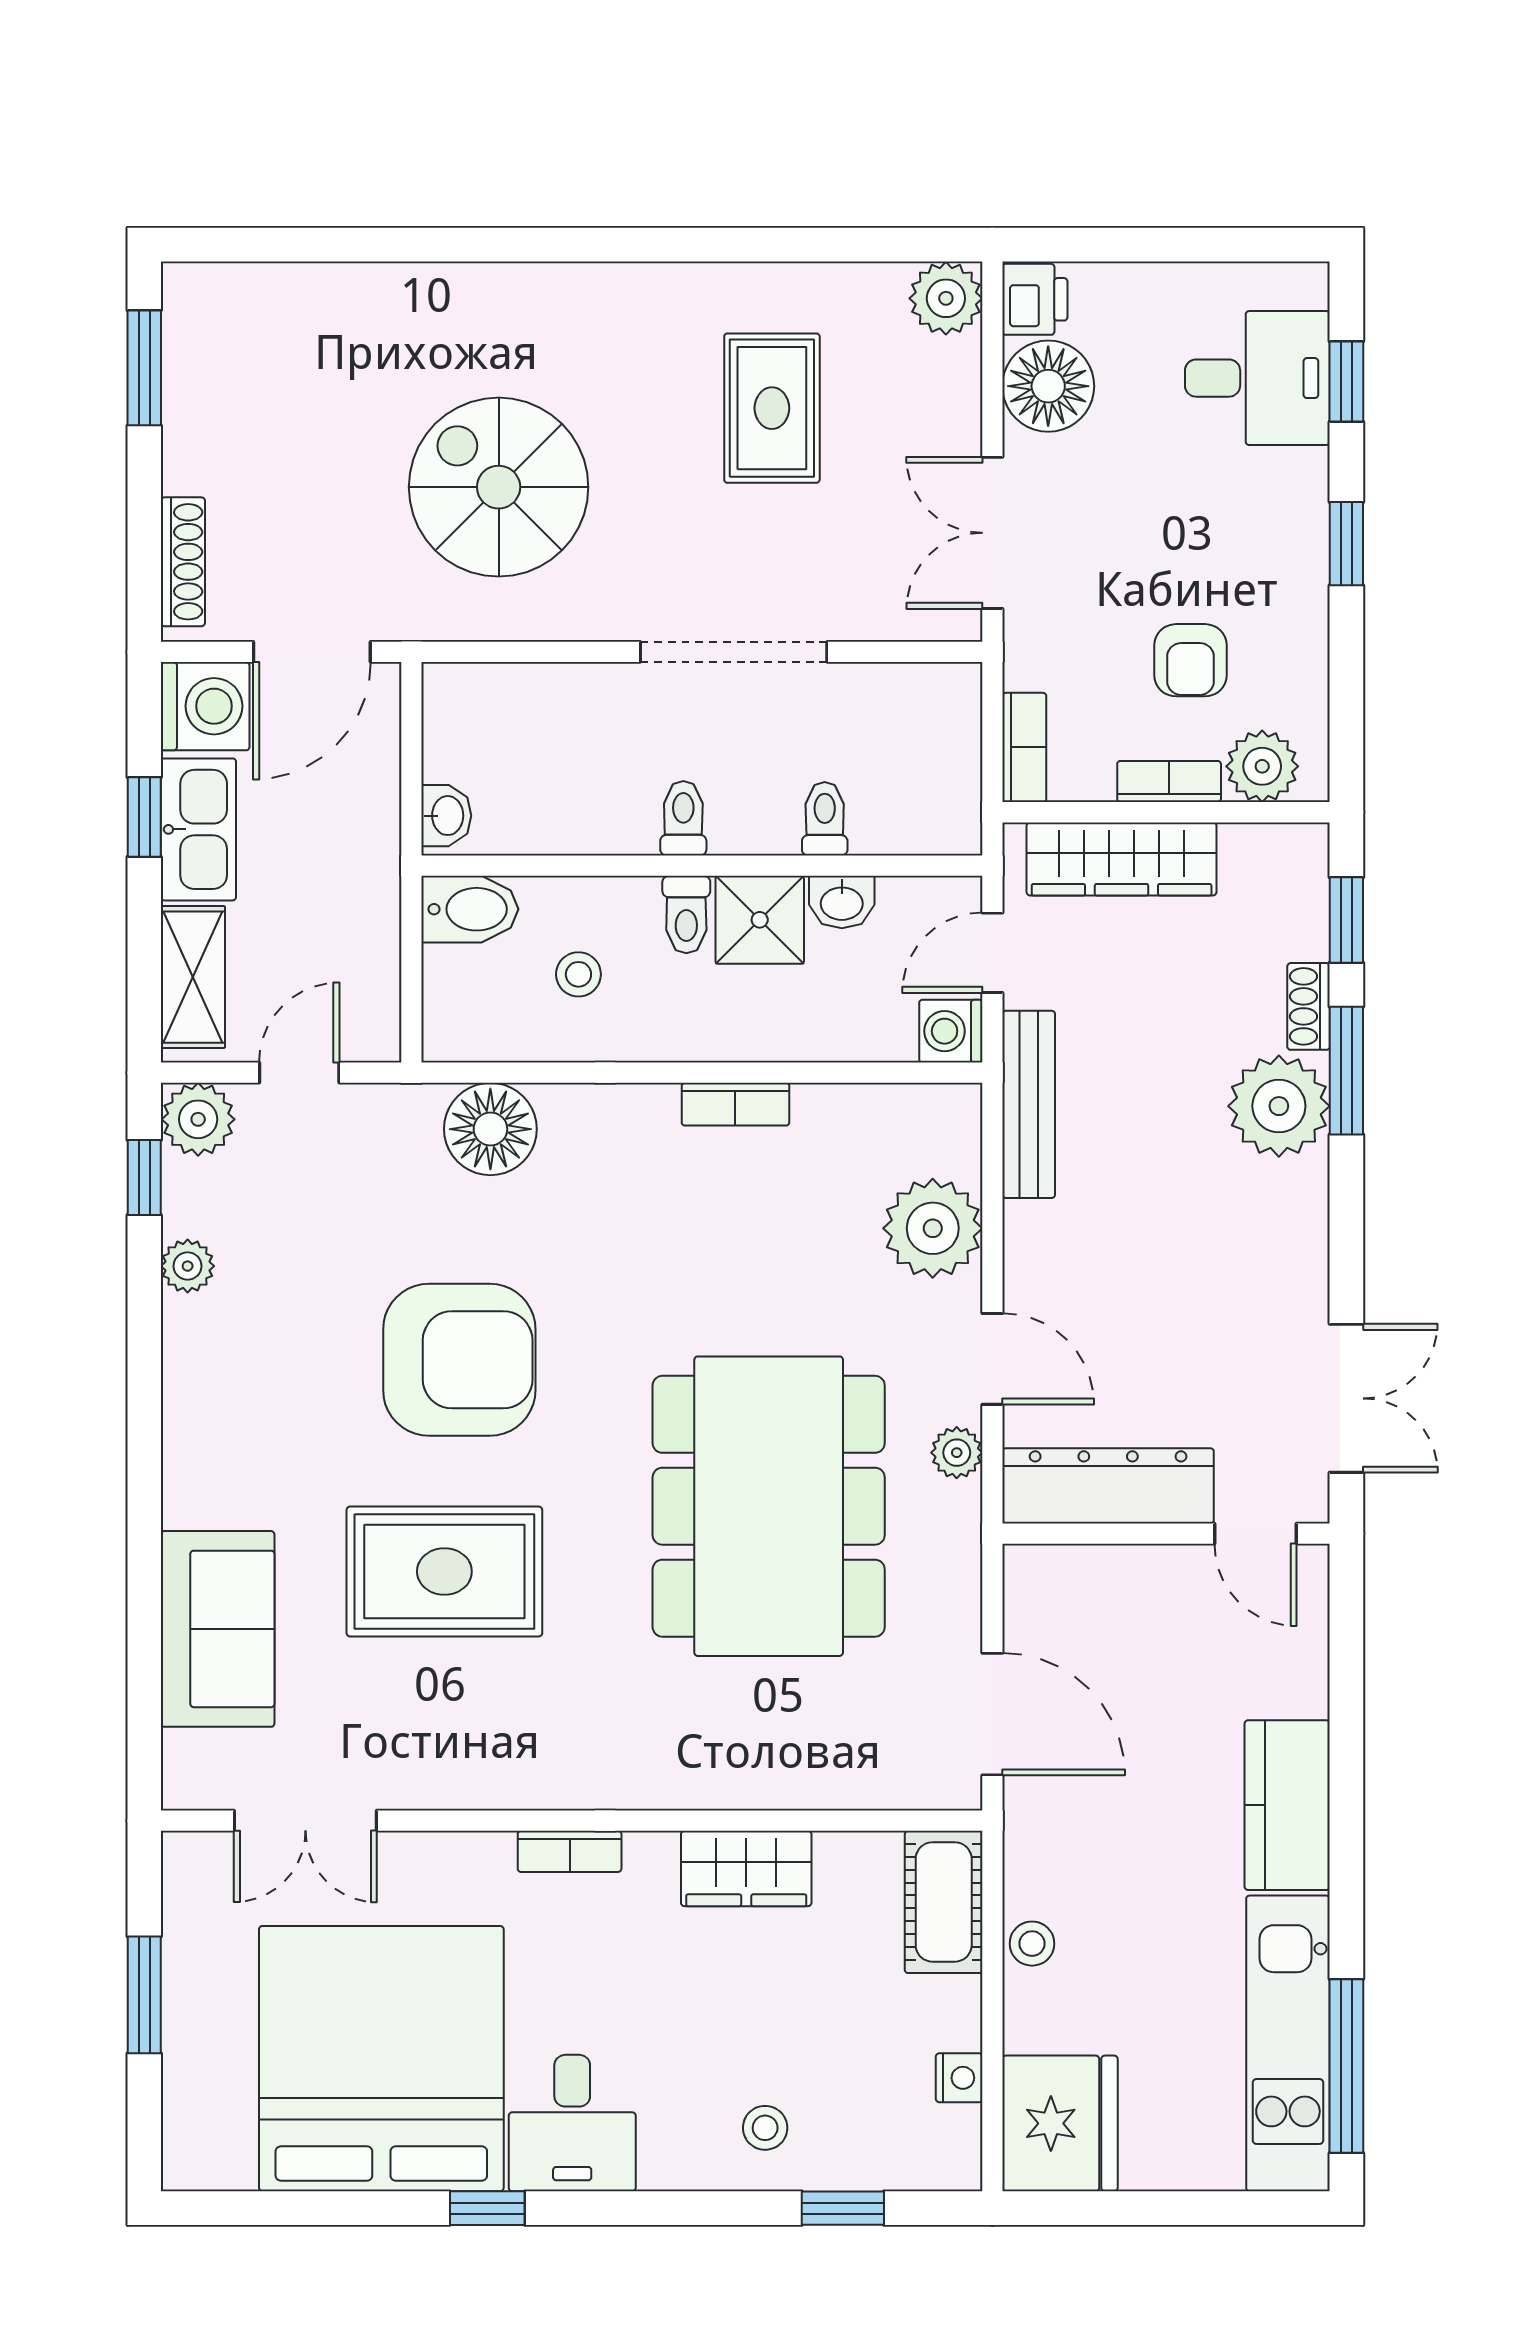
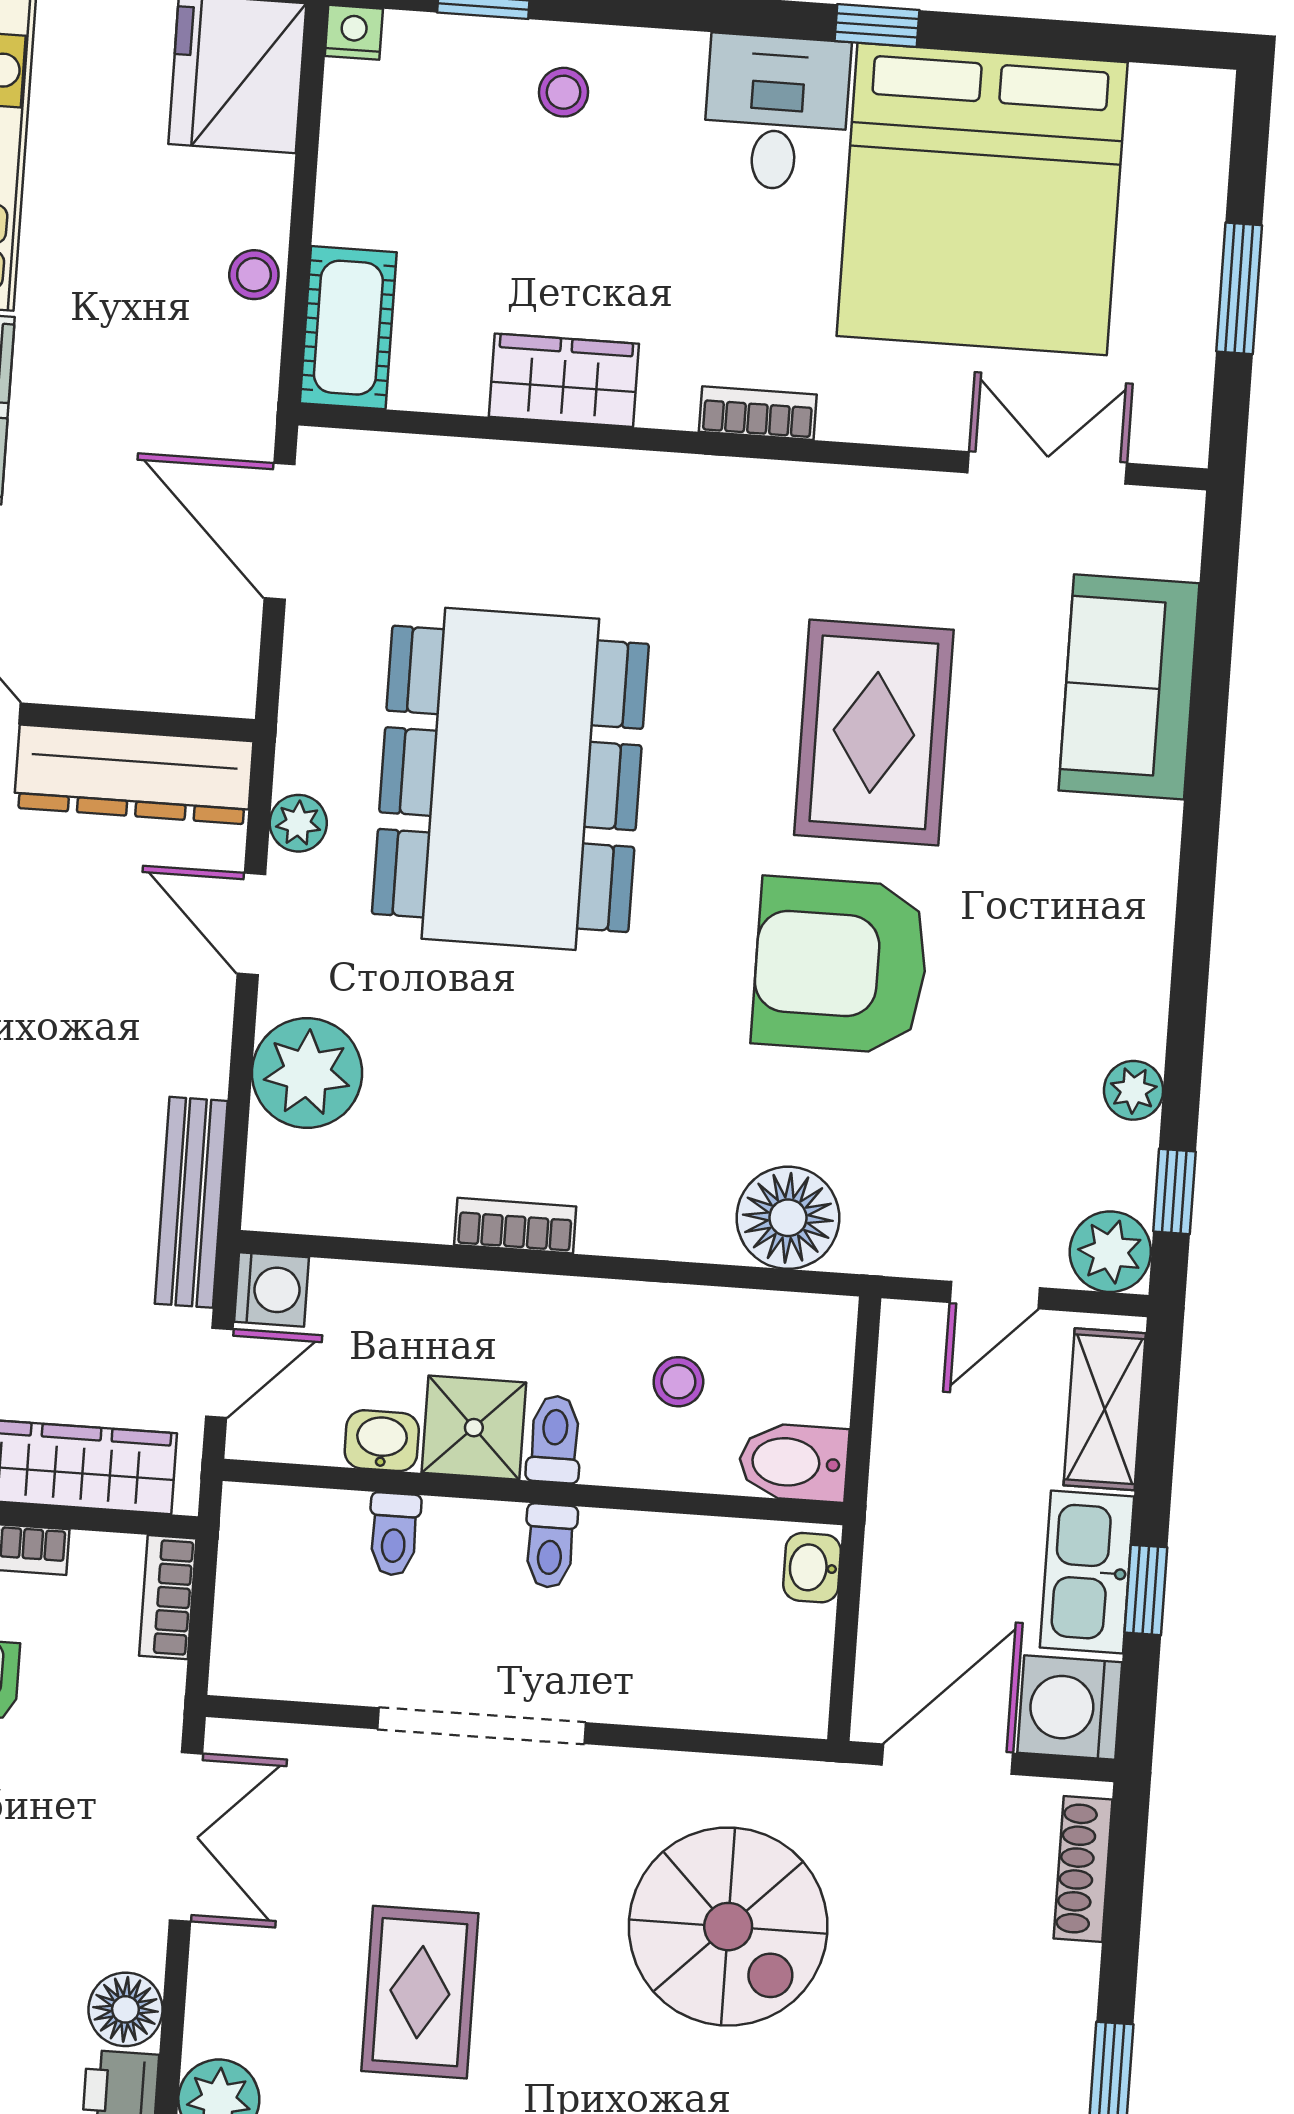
floor lamp: (1048, 386) -> (125, 2009), width x0.73, depth x0.73
rug: (444, 1571) -> (874, 732), turned 90
nightstand: (959, 2078) -> (354, 32), moved, turned 90

